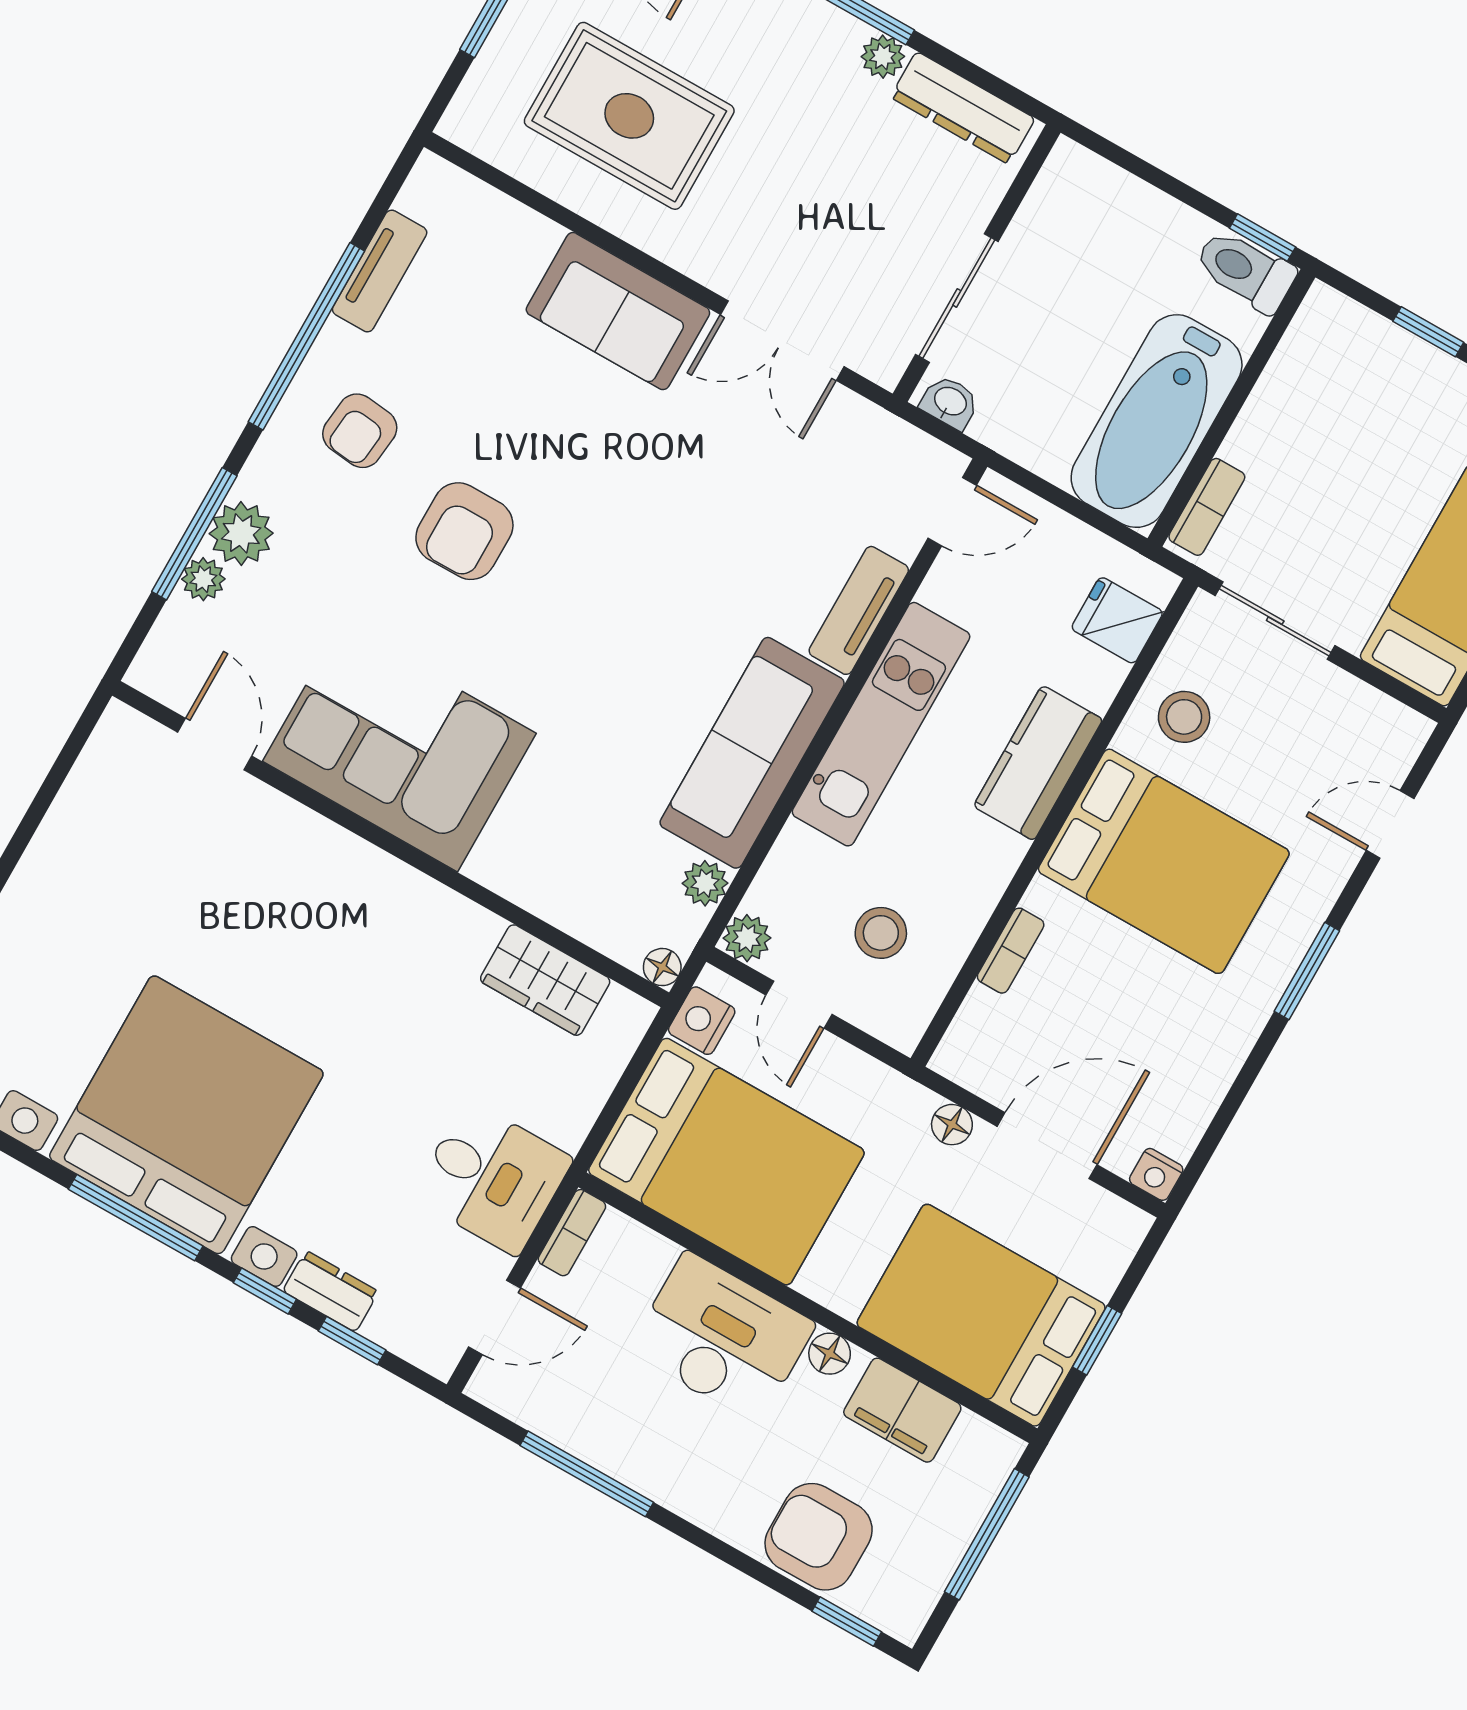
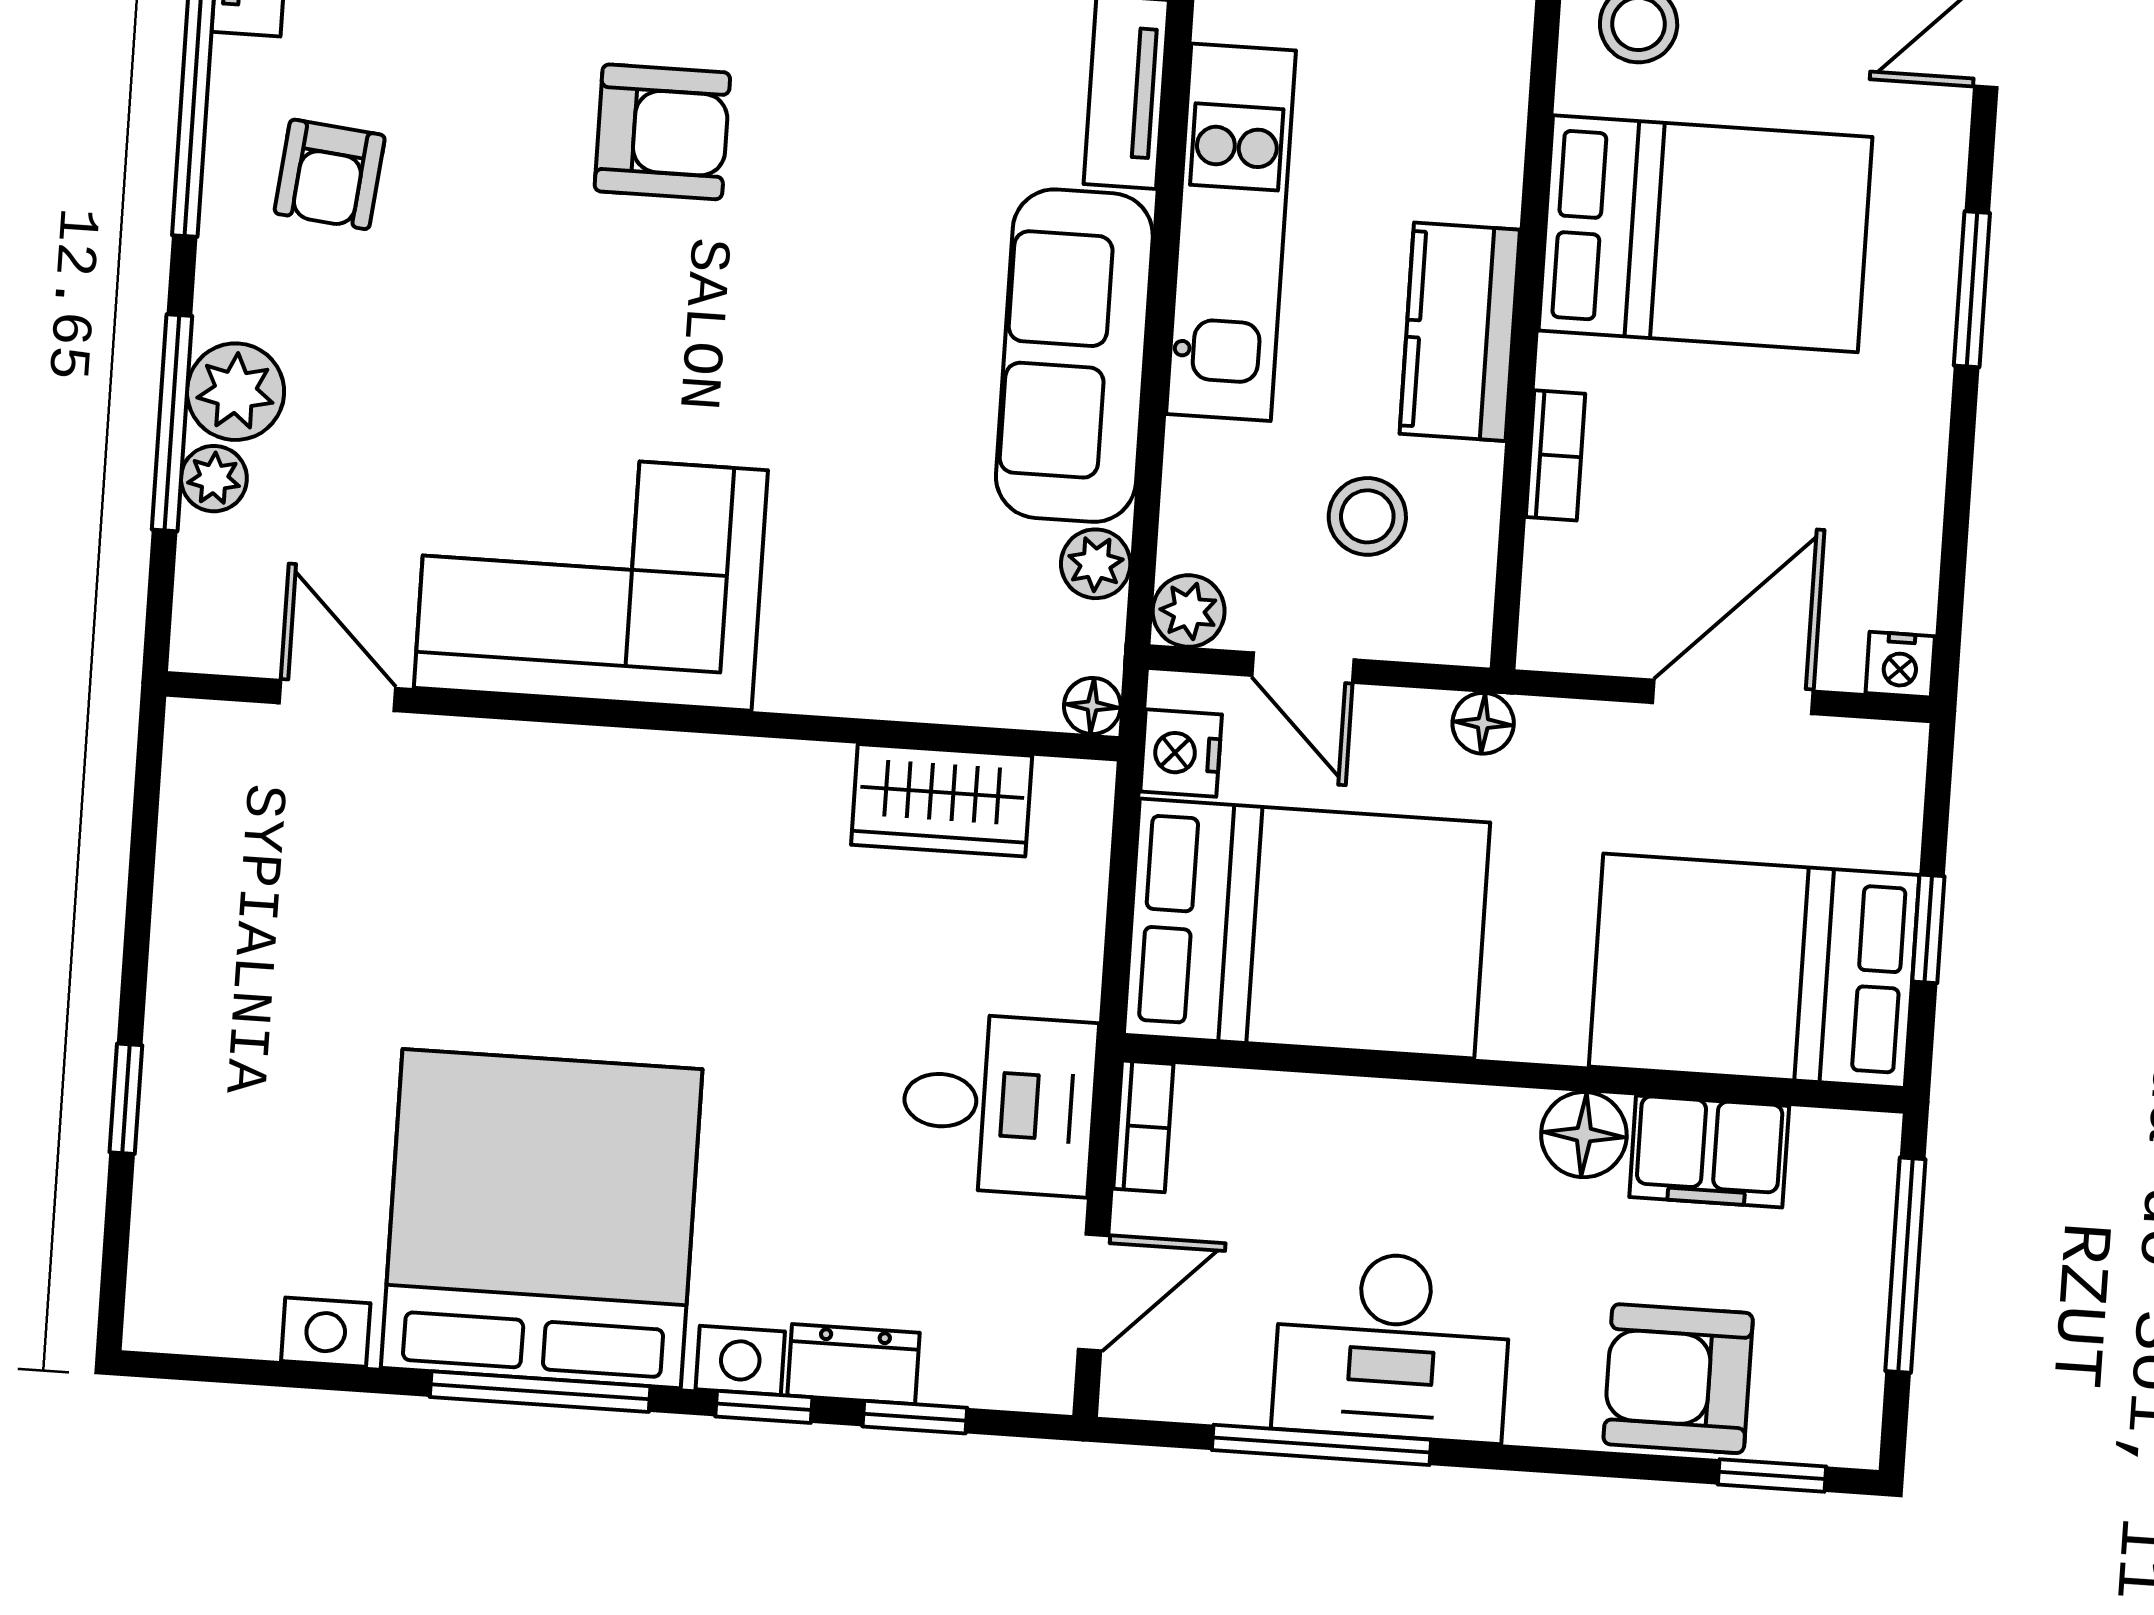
armchair: (464, 531) -> (662, 132), moved, turned -90
kitchen counter: (1038, 763) -> (1460, 332), moved
floor lamp: (952, 1125) -> (1483, 723), moved
desk: (722, 1338) -> (1392, 1346), moved, turned 180
floor lamp: (830, 1354) -> (1584, 1135), width x1.37, depth x1.37

